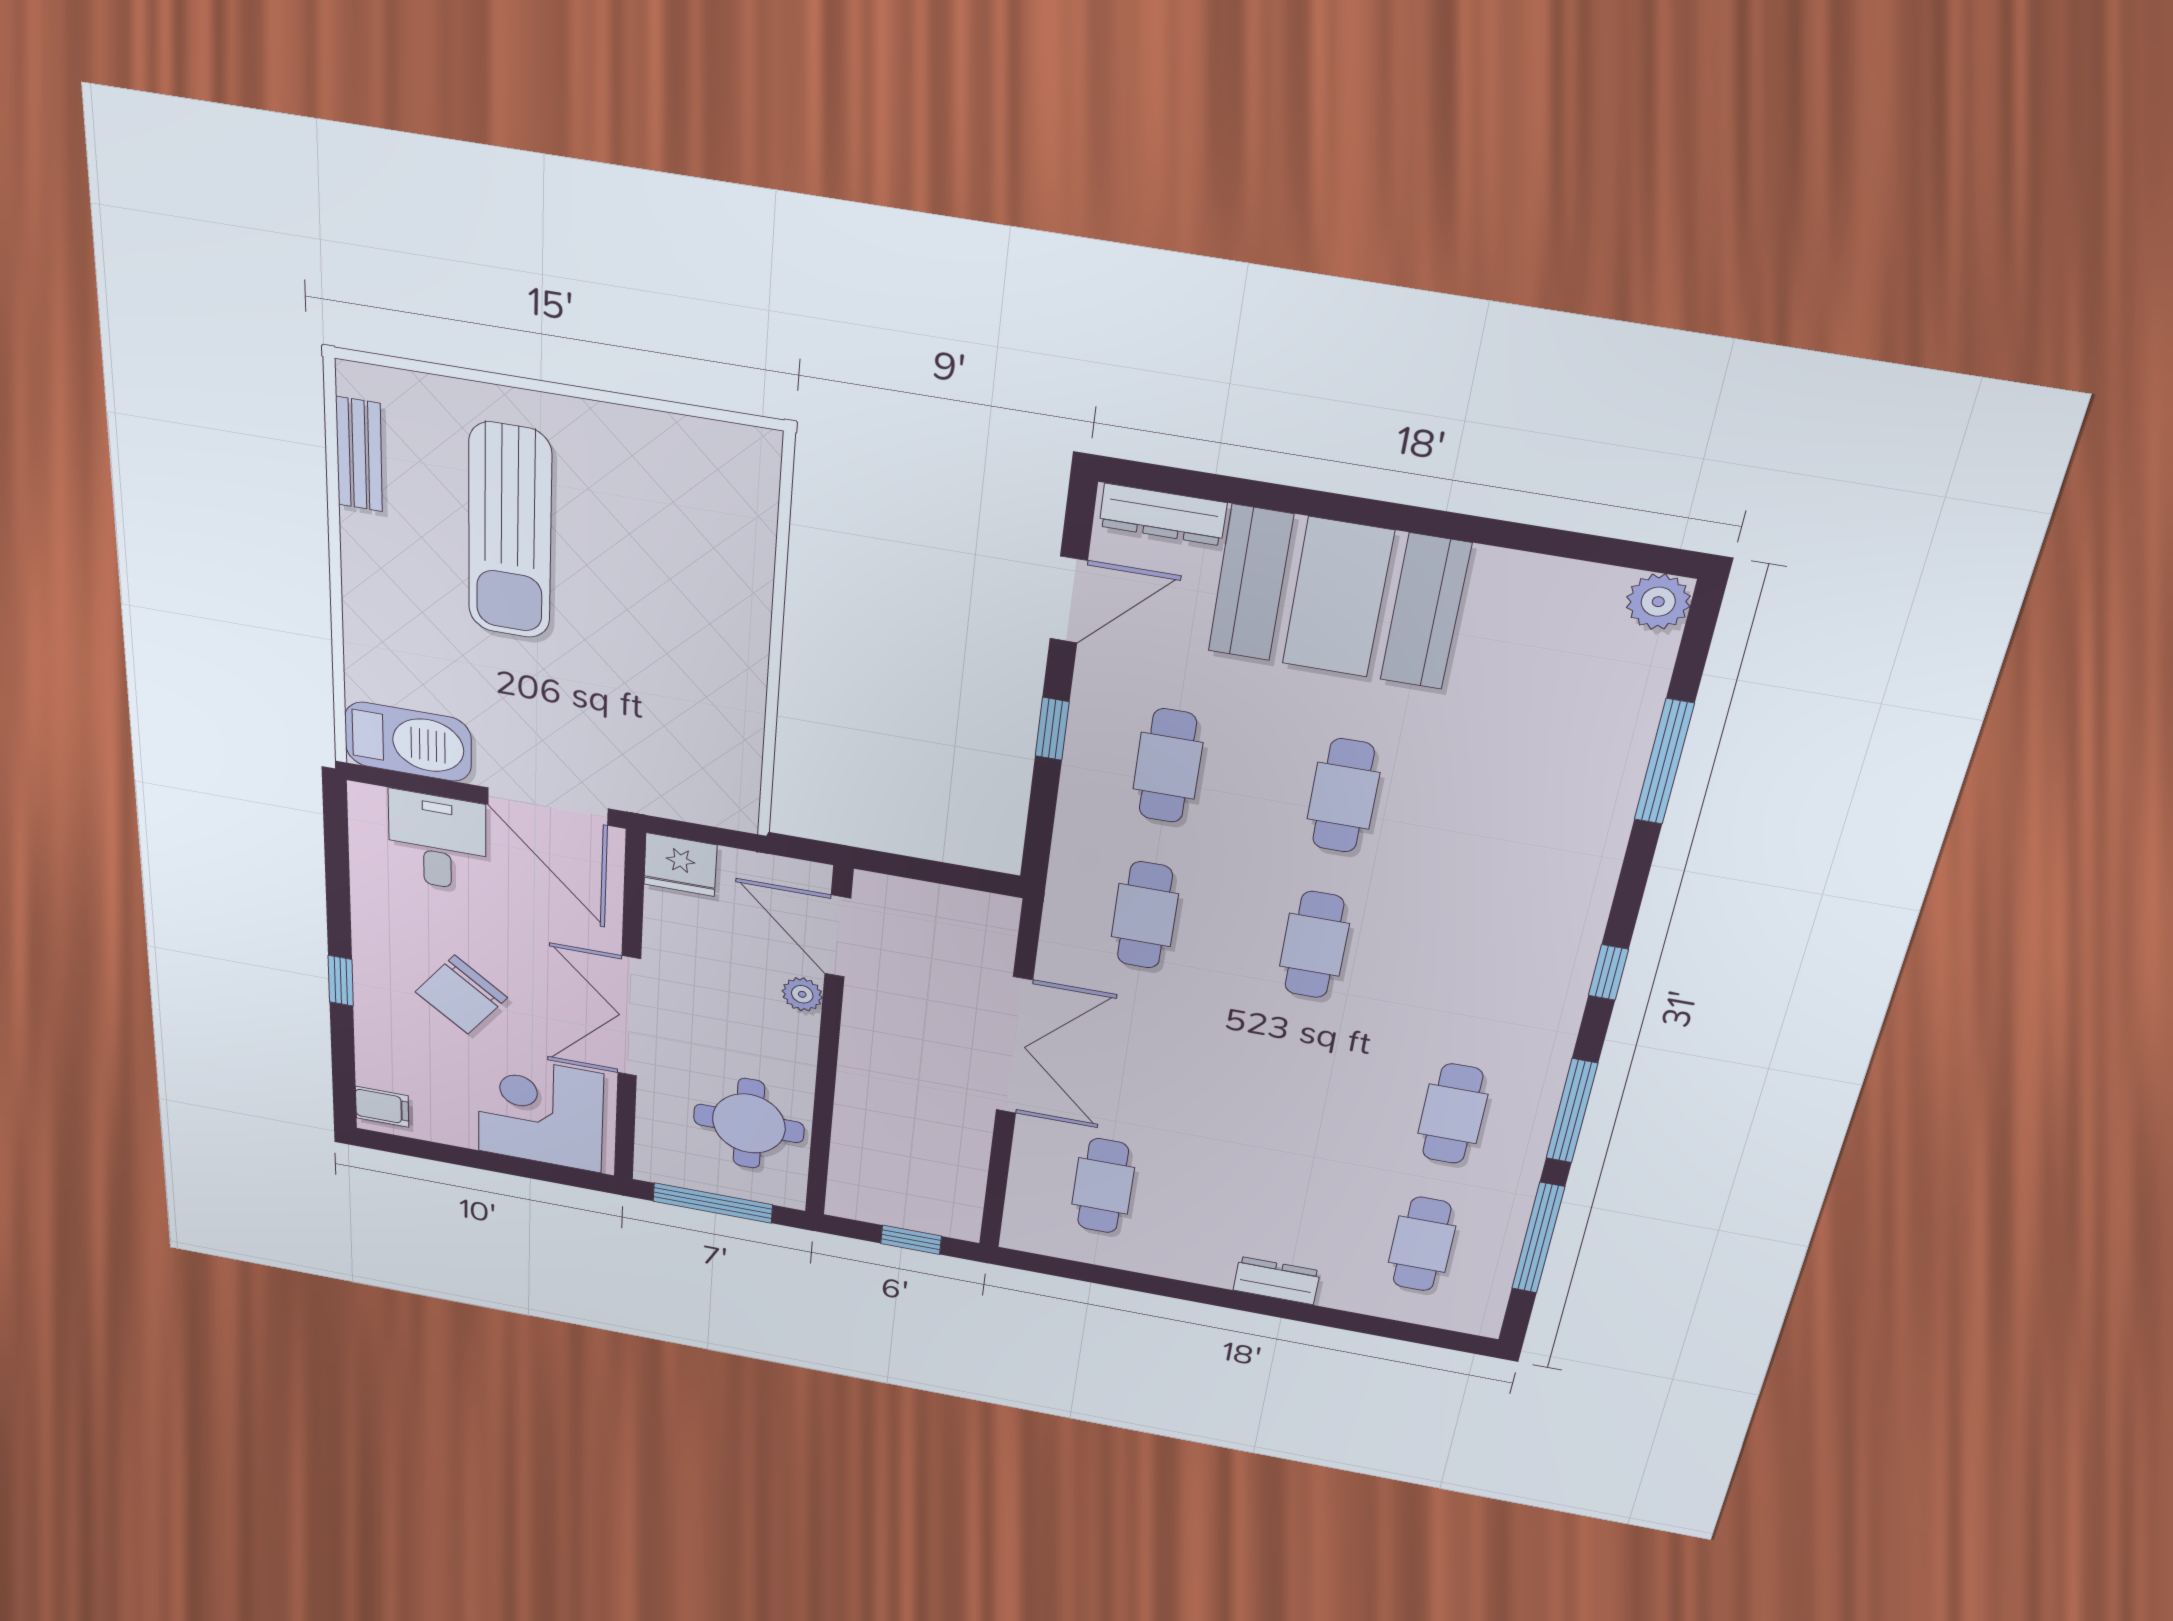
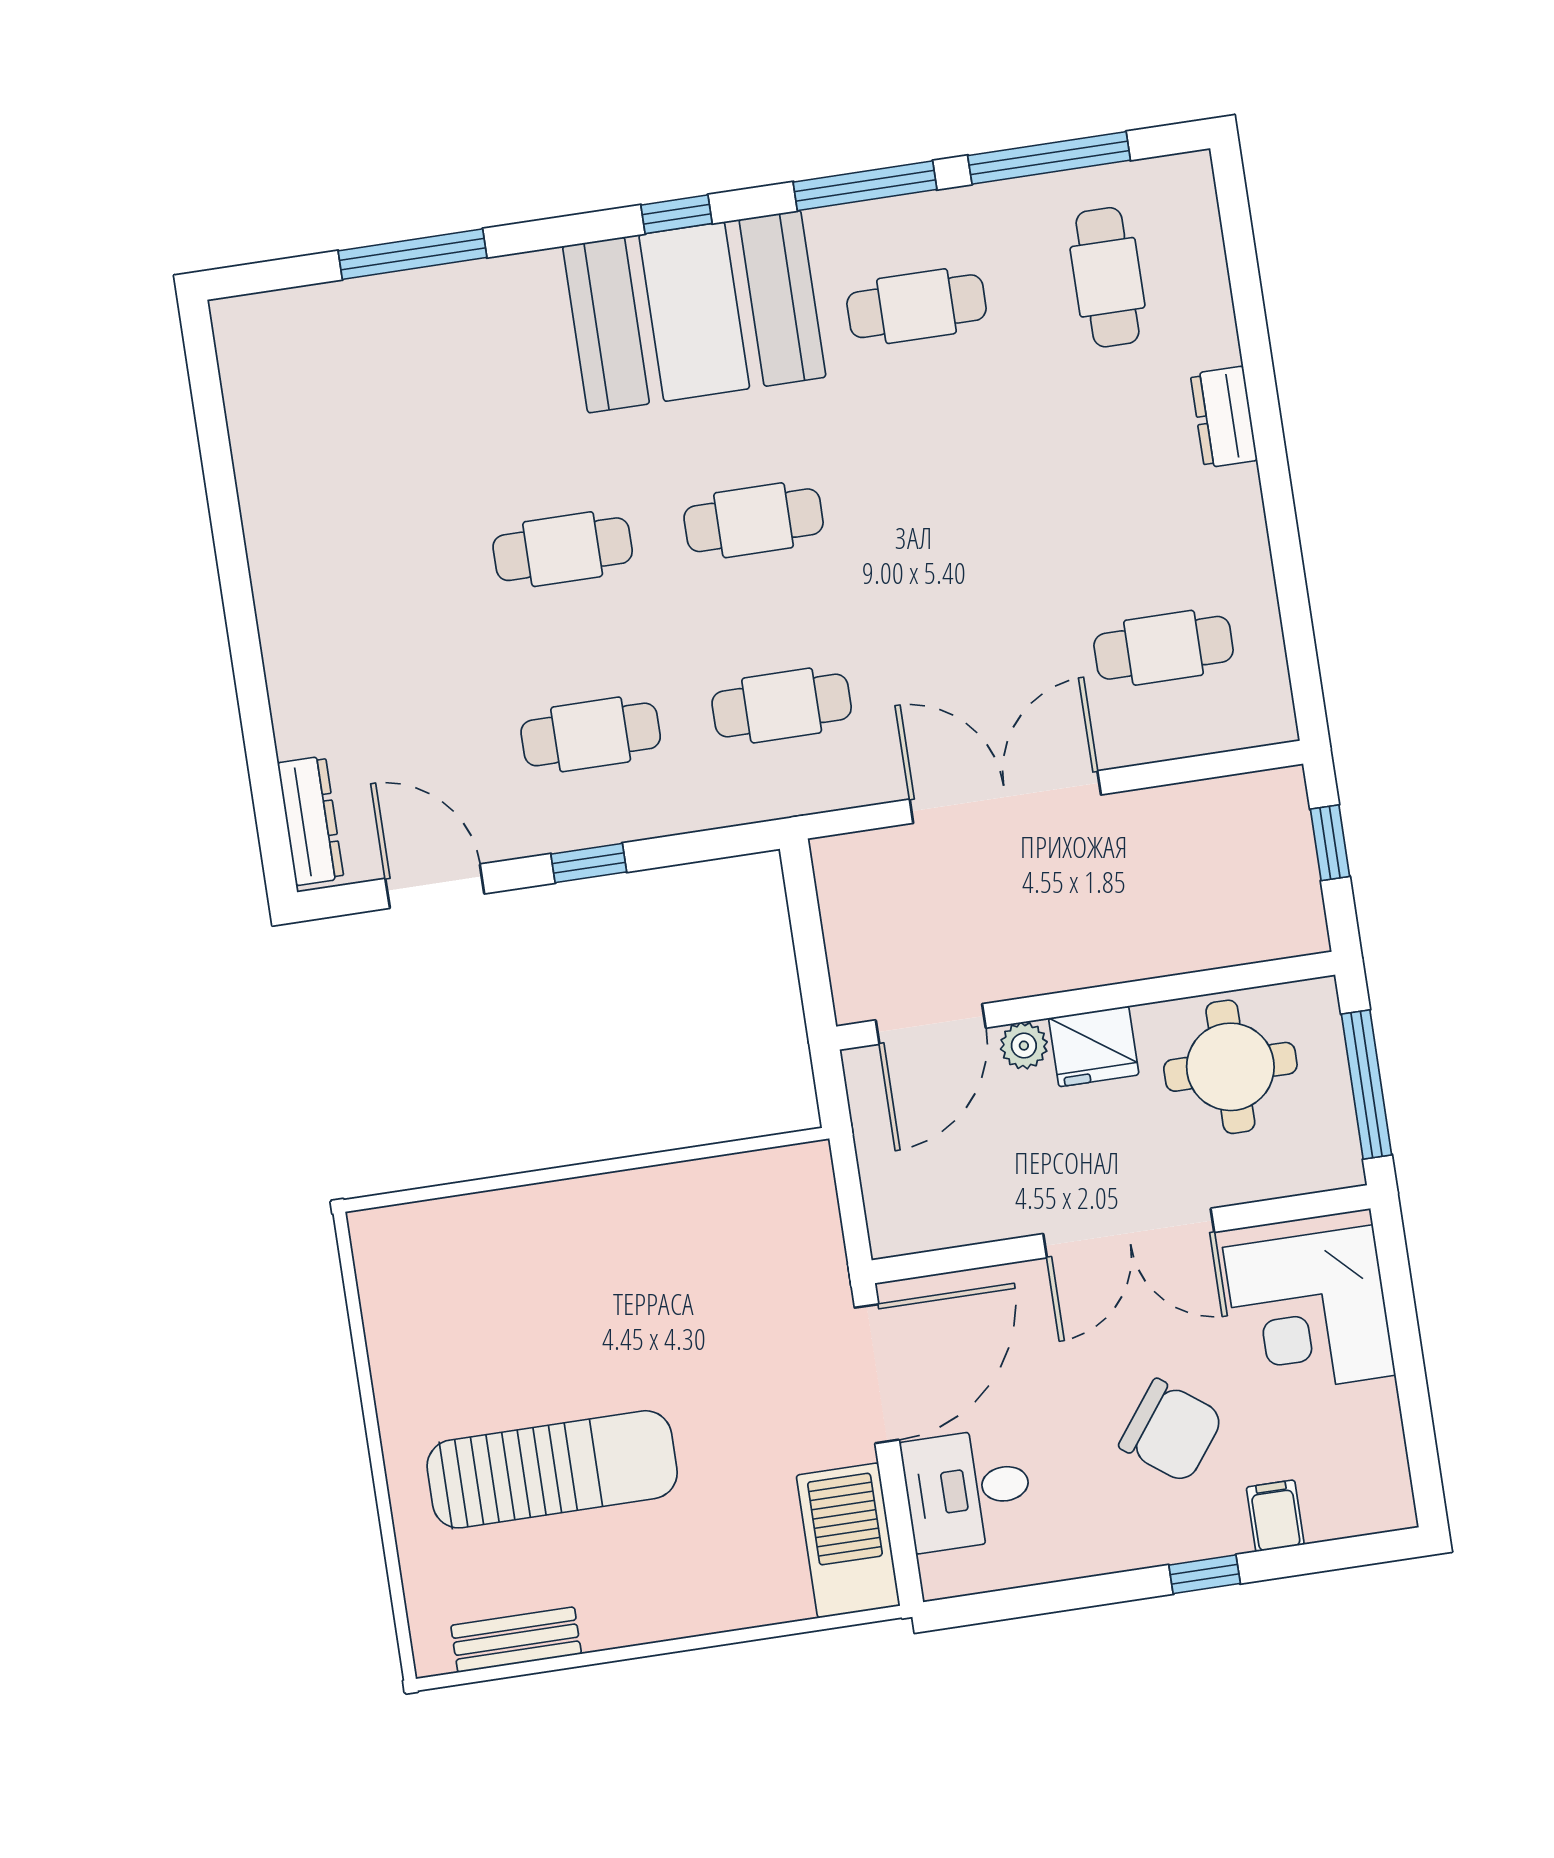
booth: (1338, 597) -> (694, 312), moved, turned 90
plant: (1658, 602) -> (243, 326), removed
fridge: (680, 865) -> (1094, 1046), moved, turned 90
filing cabinet: (382, 1107) -> (1275, 1516), moved
cafe table: (1422, 1244) -> (1107, 277), turned 90

